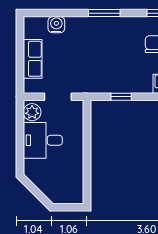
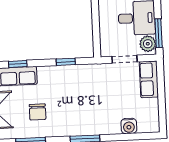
row of seats: (33, 59) -> (149, 79), moved
window: (20, 123) -> (159, 33), added

